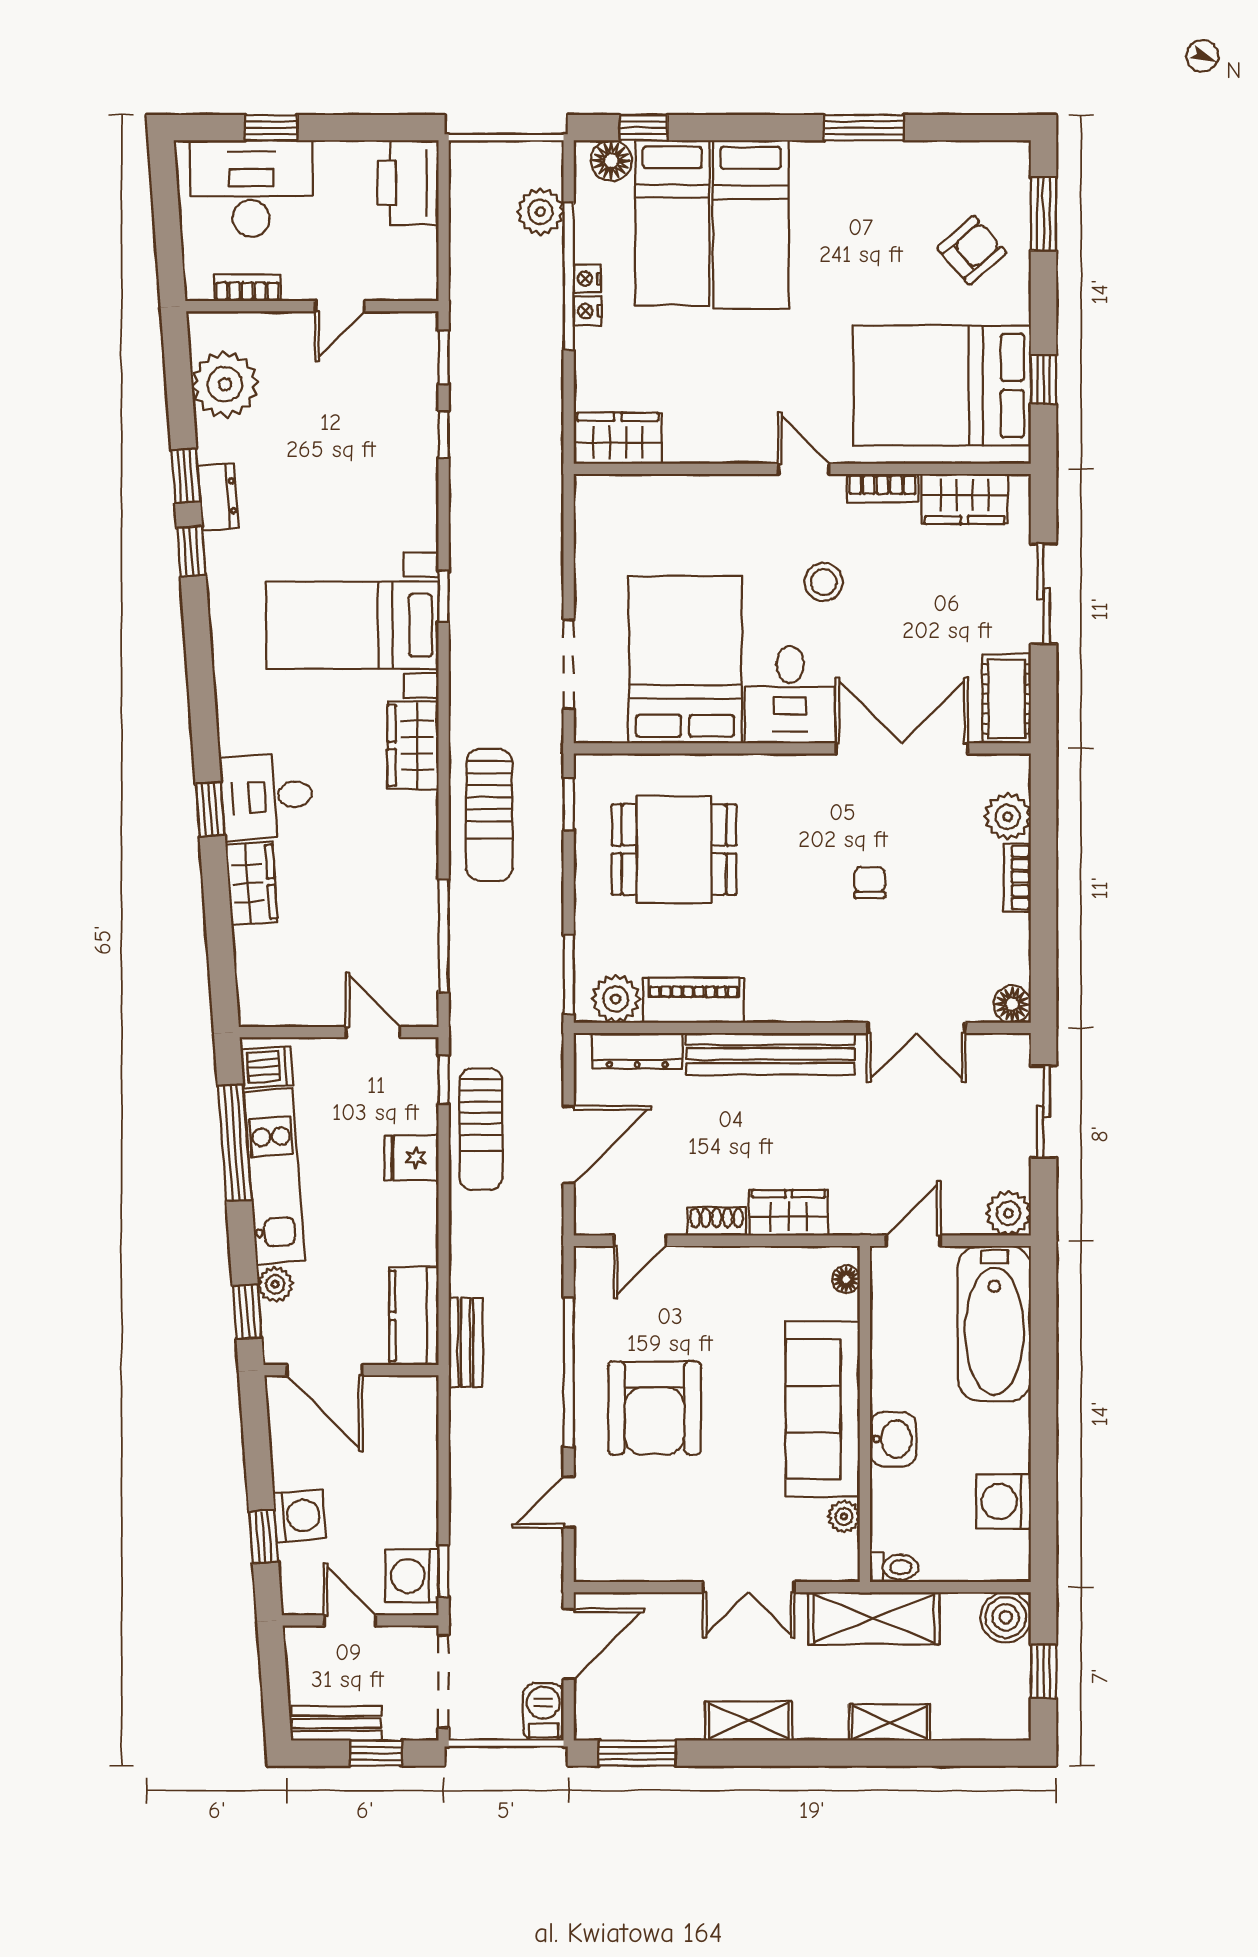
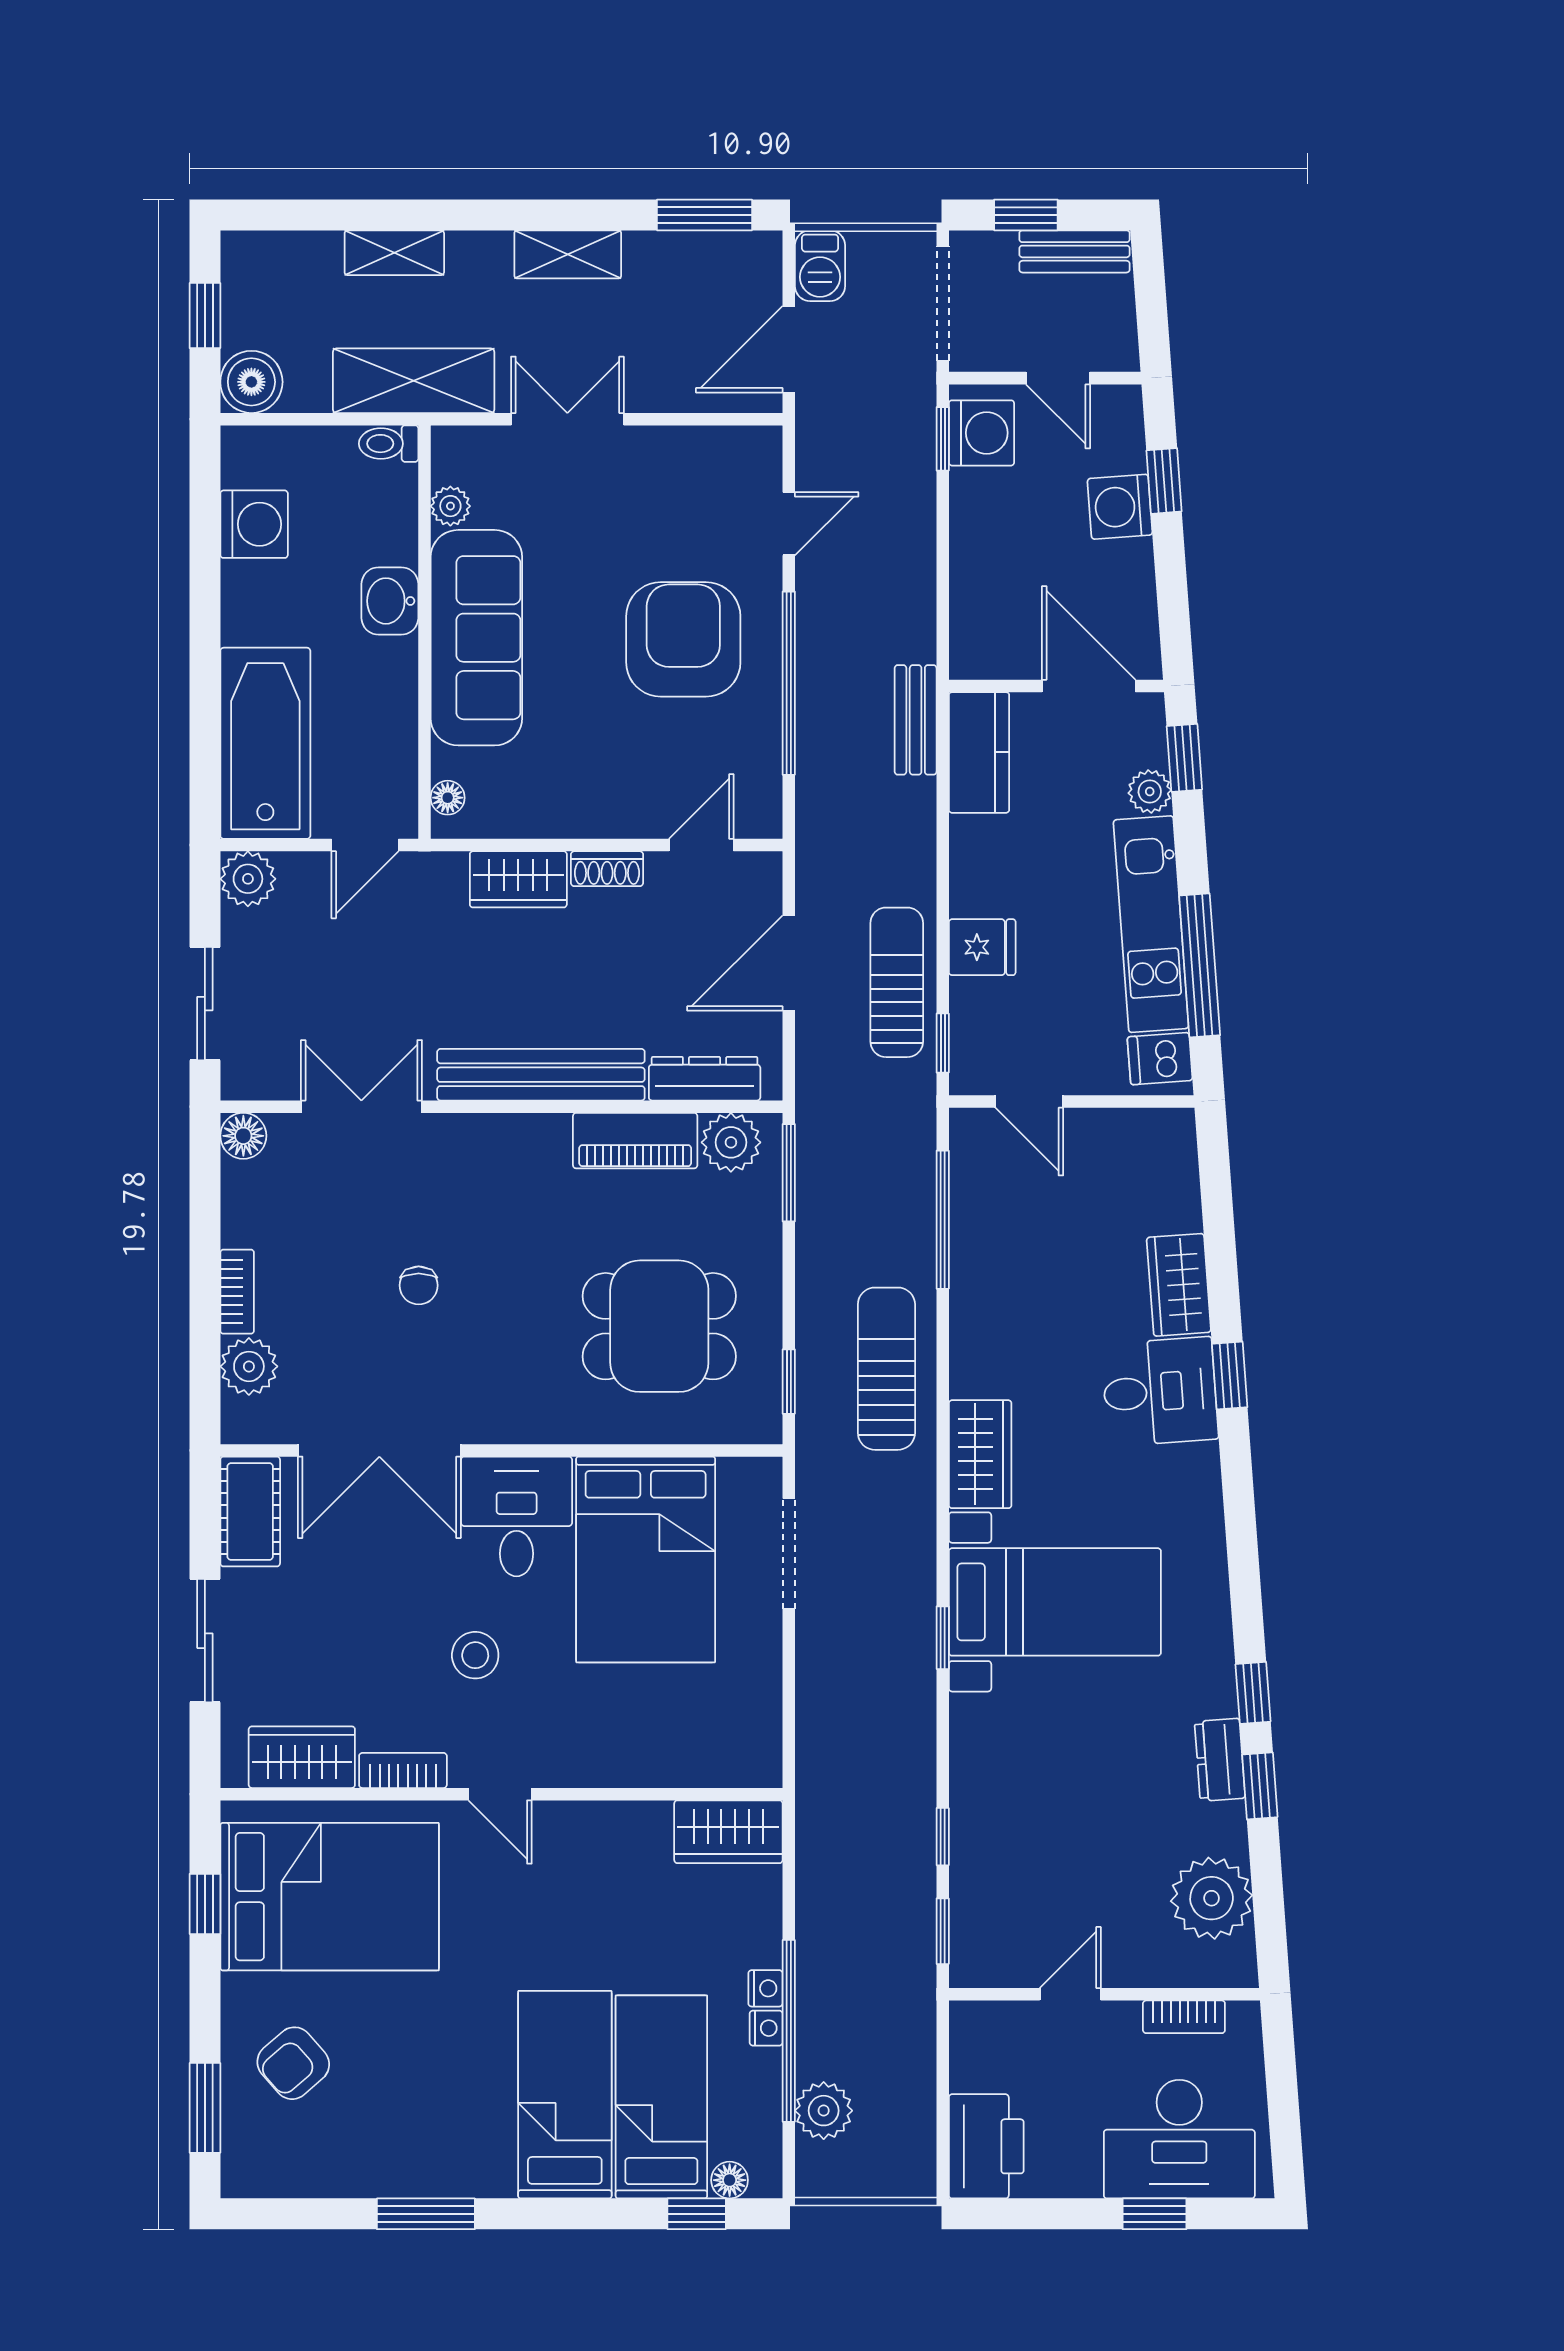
floor lamp: (611, 161) -> (730, 2180), width x0.73, depth x0.73

